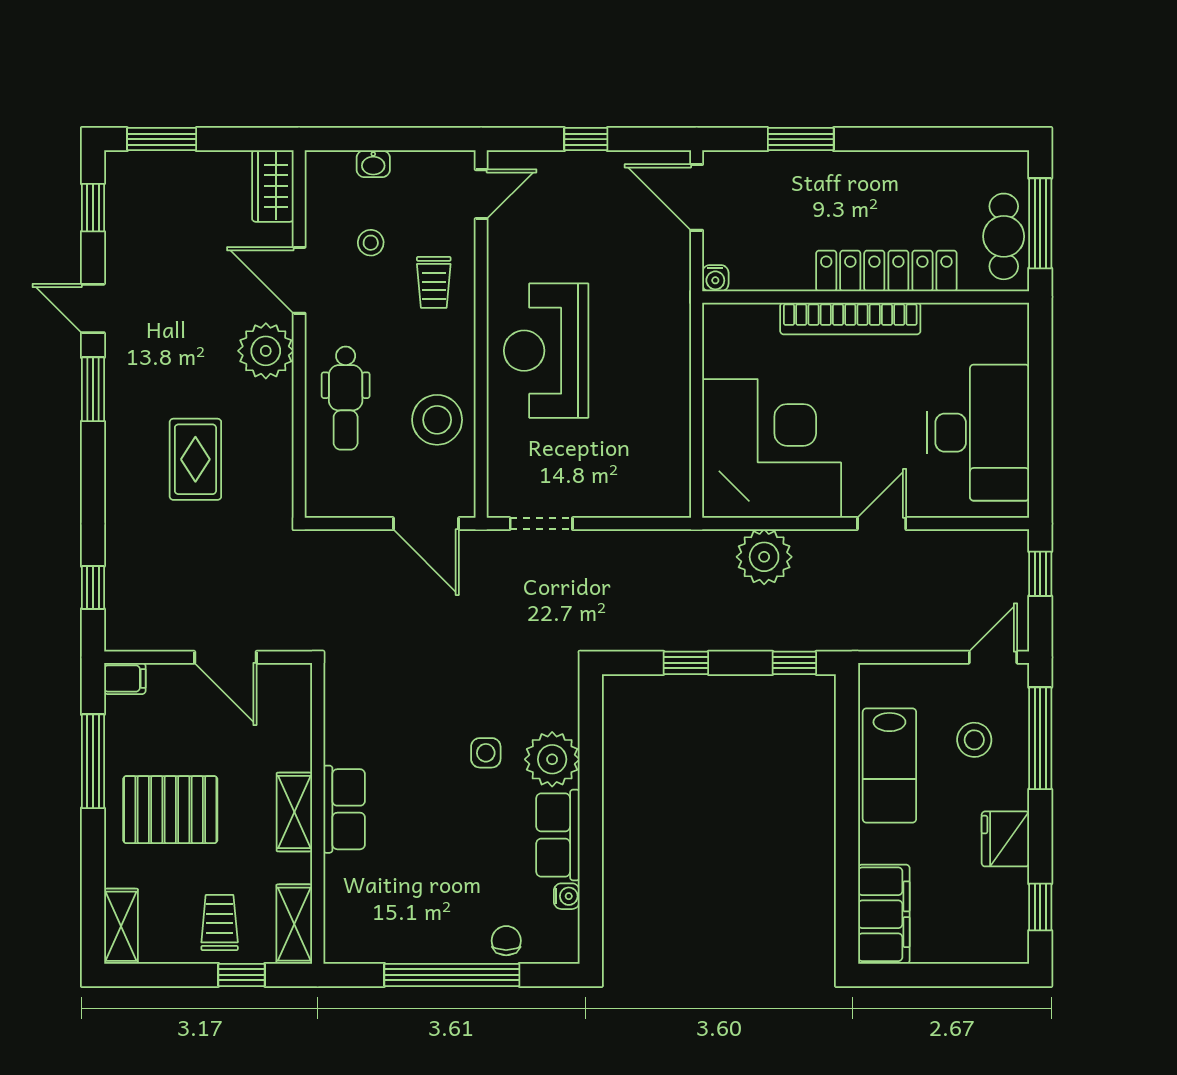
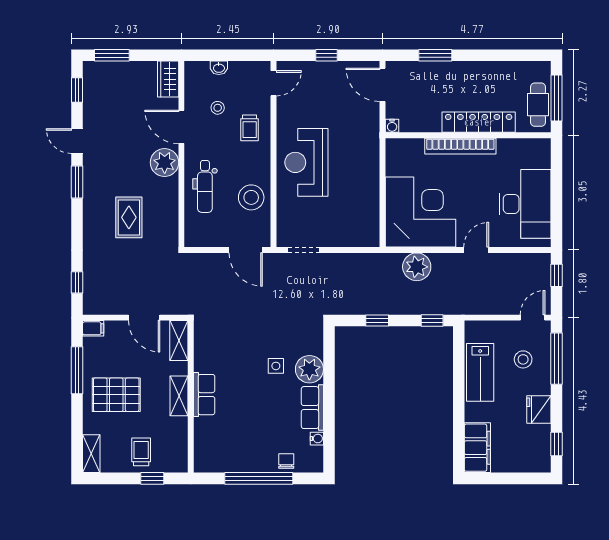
shelving: (294, 924) -> (179, 341), moved

